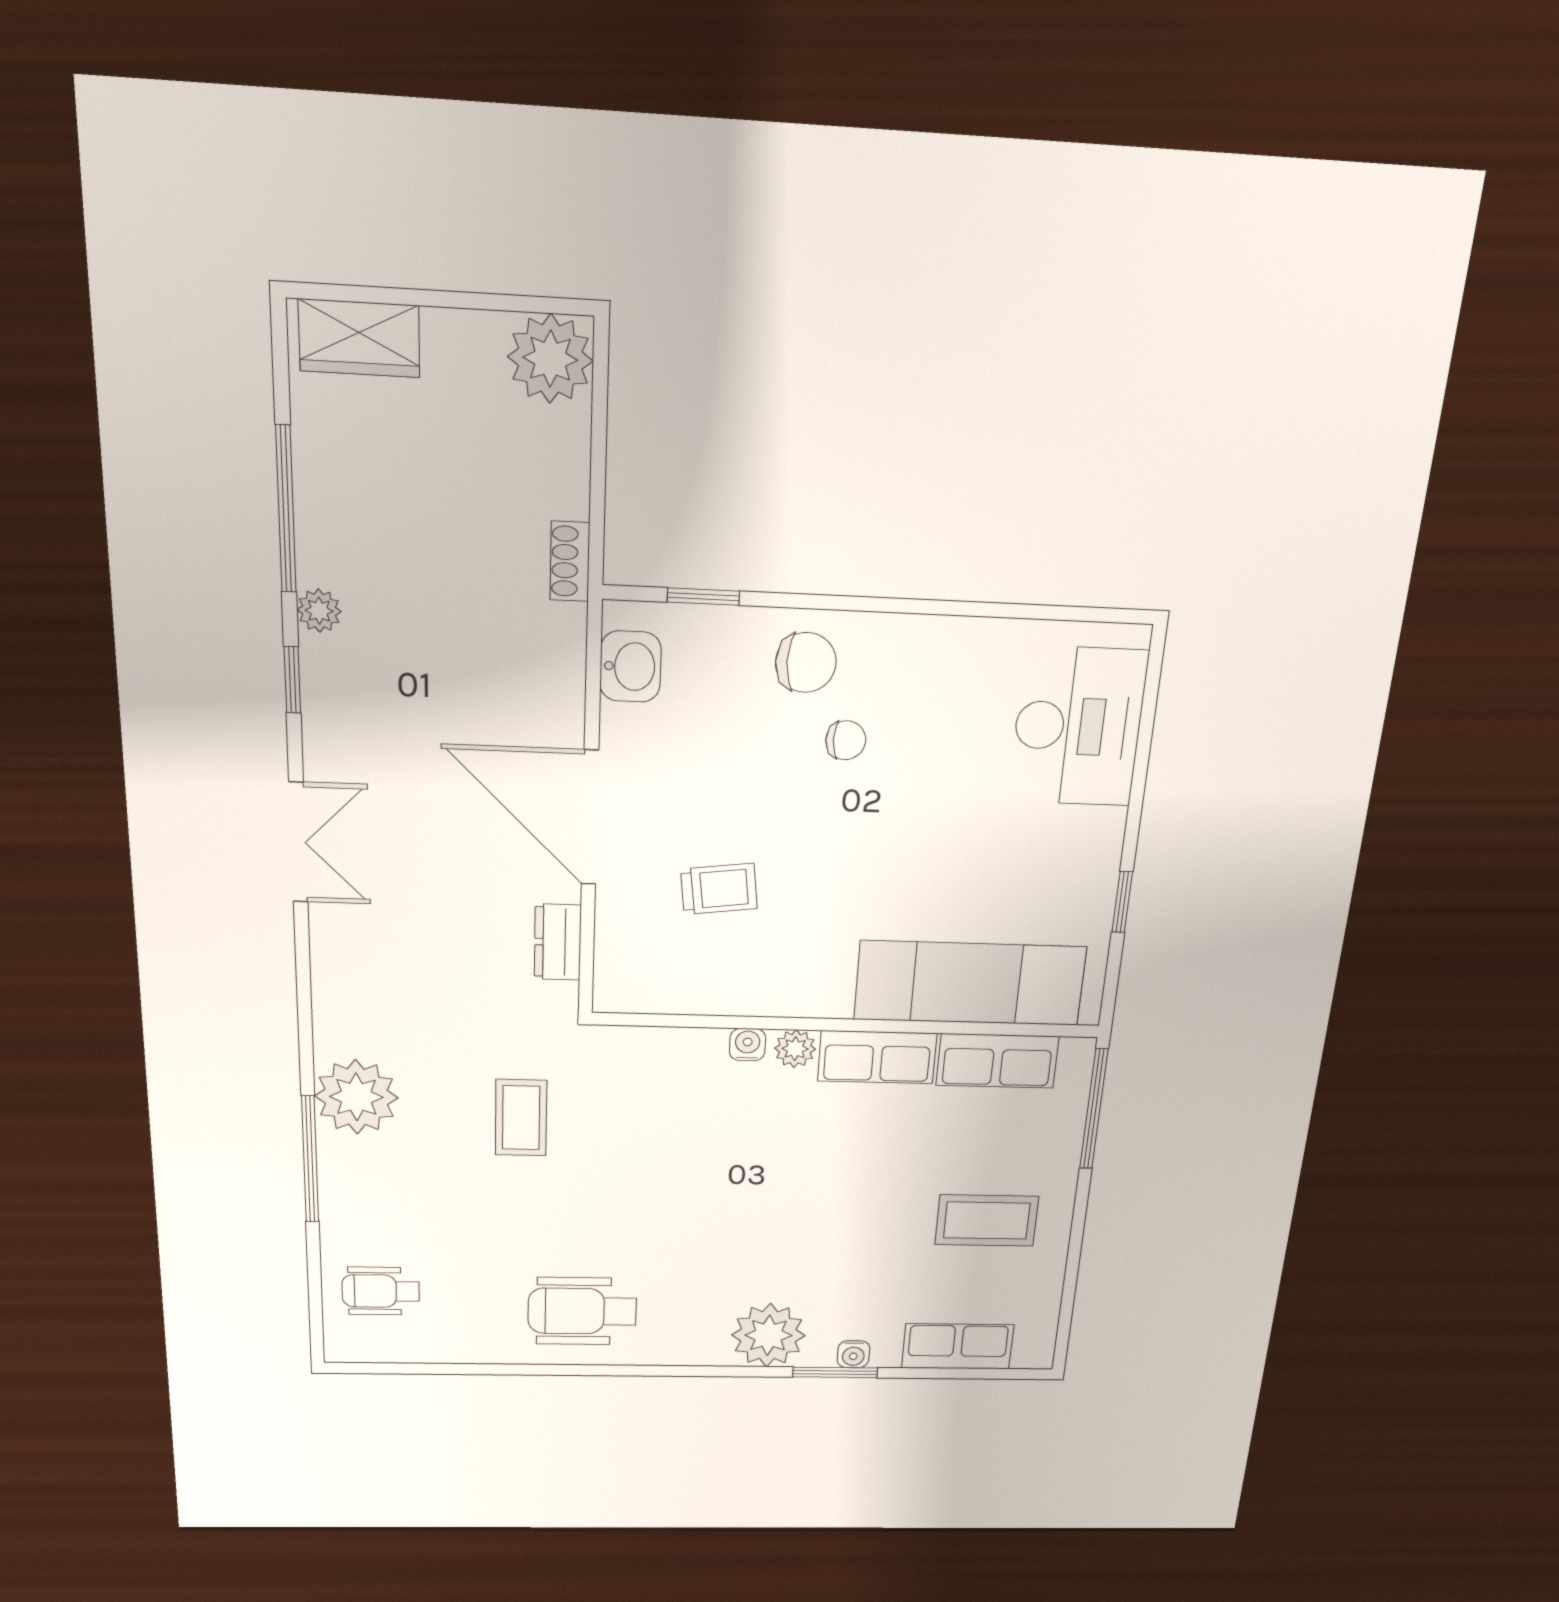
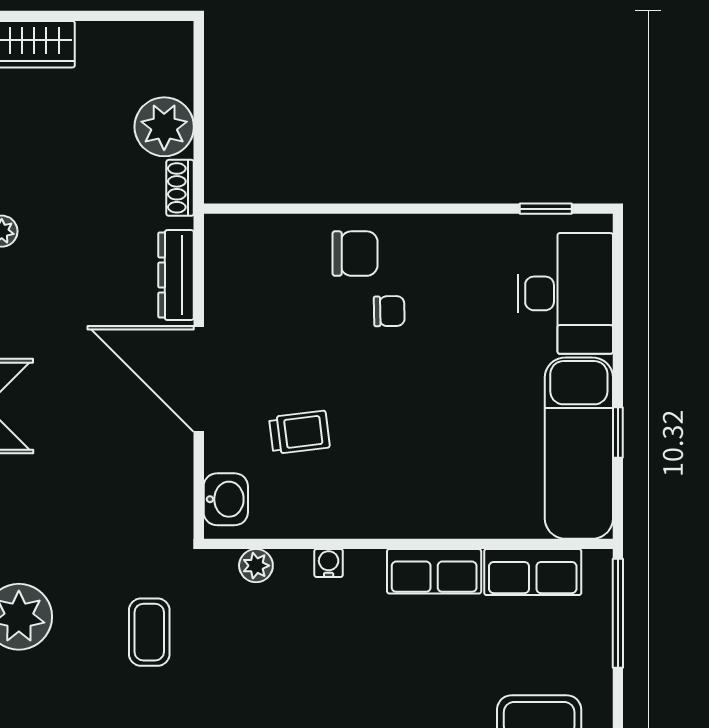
plant: (550, 359) -> (164, 127), moved
window: (703, 597) -> (546, 209), moved
washbasin: (630, 667) -> (226, 499), moved
dresser: (558, 942) -> (176, 275), moved, width x1.44
exam couch: (970, 983) -> (579, 448), moved, turned -90
plant: (795, 1049) -> (256, 566), moved

